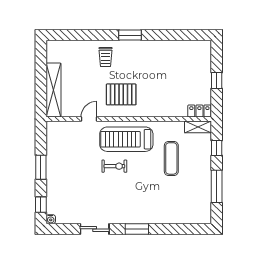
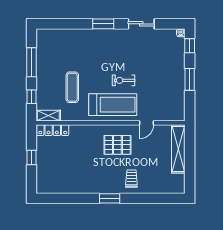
locker: (199, 111) -> (53, 130), width x1.53

